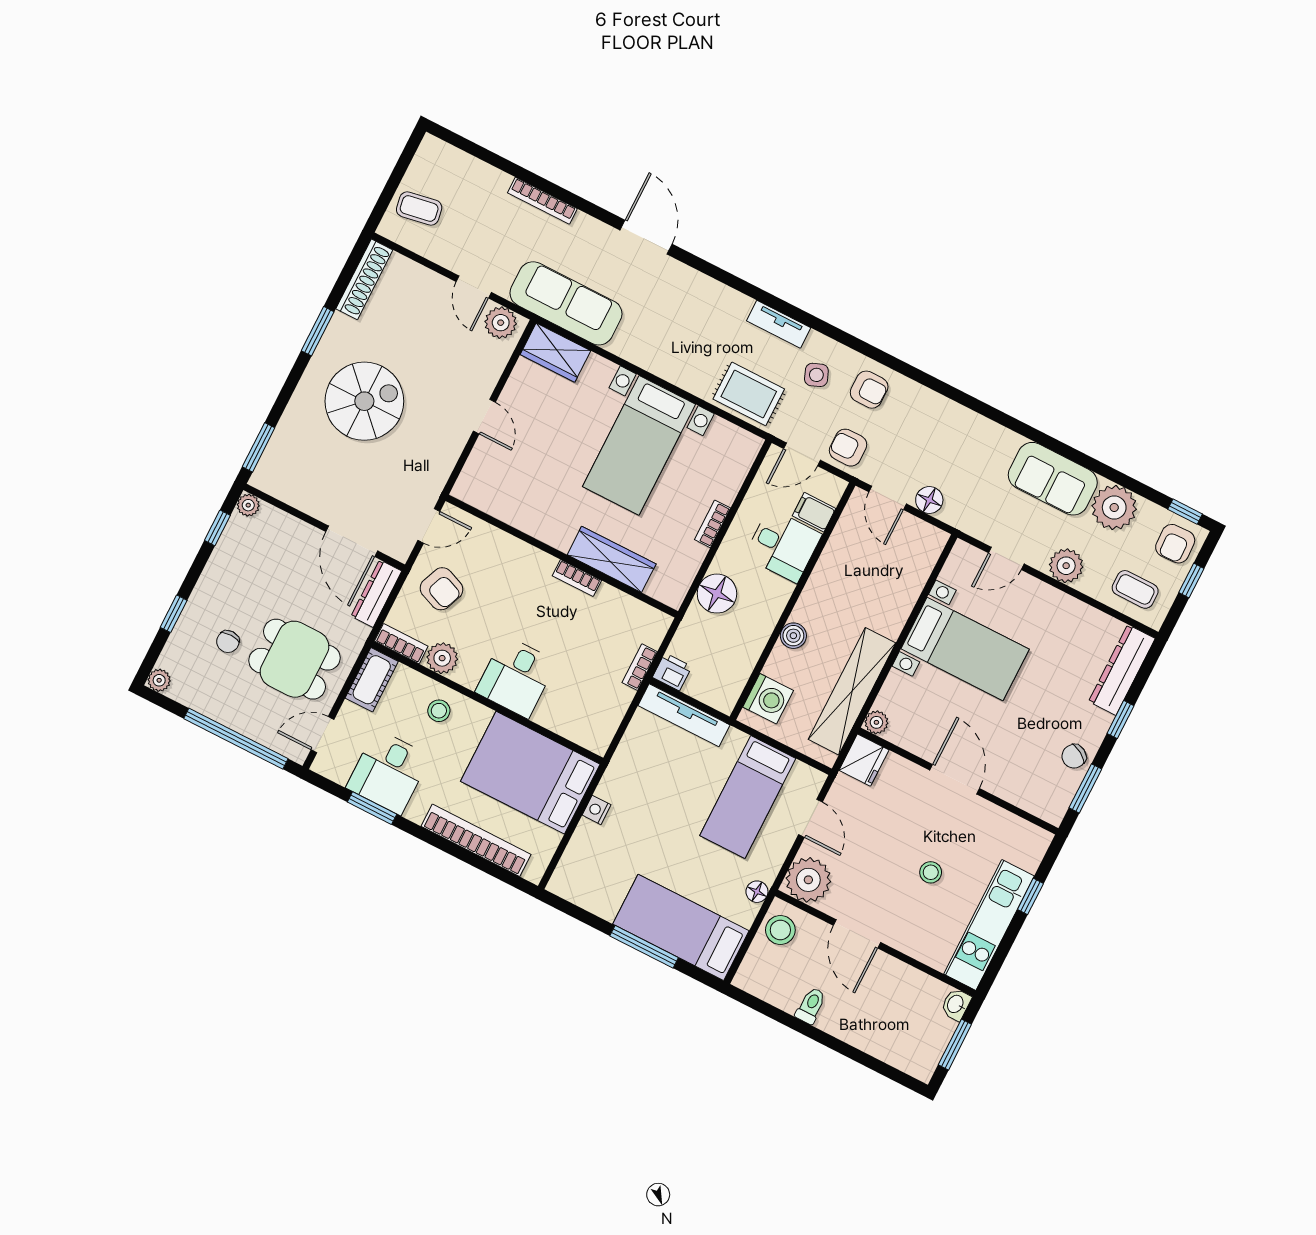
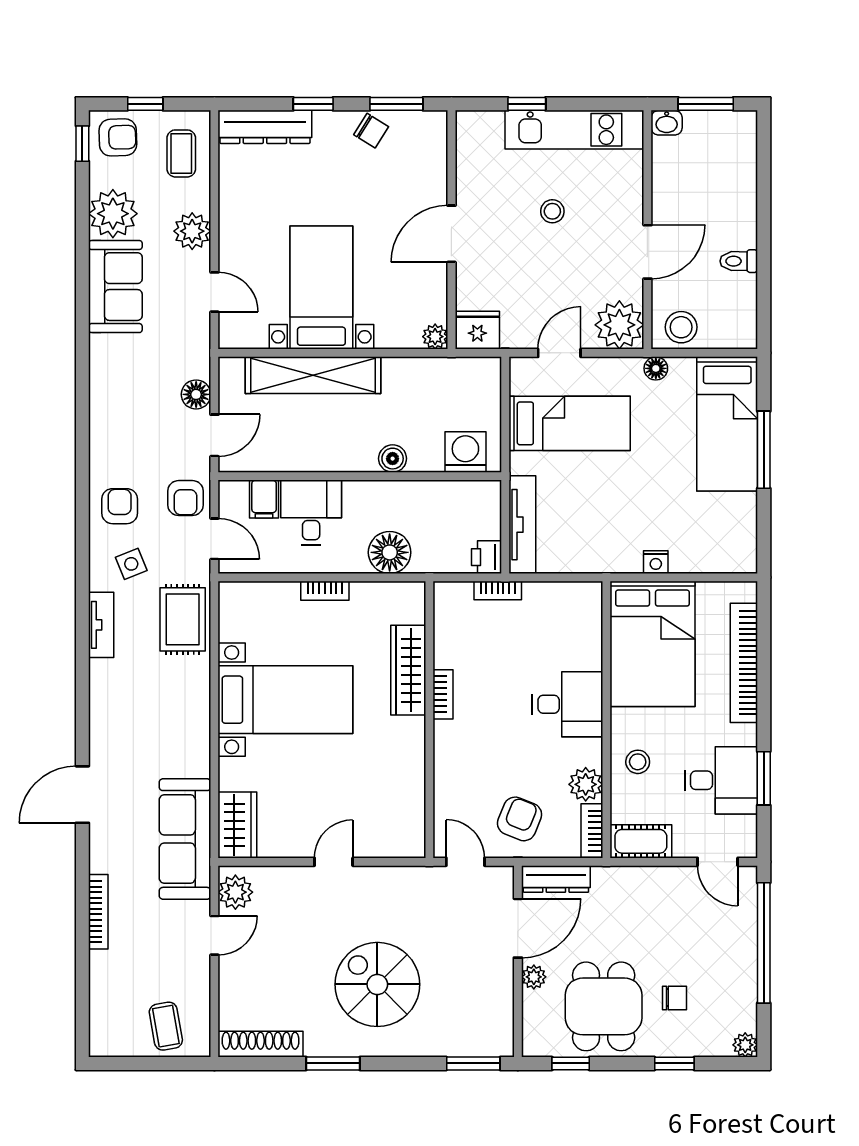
plant: (248, 505) -> (534, 977), moved
dining table: (294, 659) -> (604, 1006), moved
shelving: (852, 691) -> (313, 375), moved

